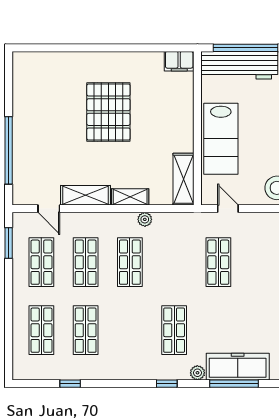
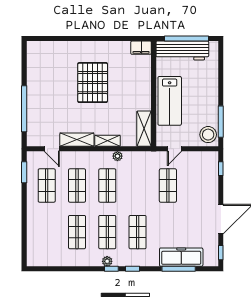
door: (228, 209) -> (175, 149), swing flipped
shop shelf: (41, 330) -> (107, 232), moved
plant: (197, 373) -> (107, 261), moved
window: (70, 384) -> (111, 269), moved

